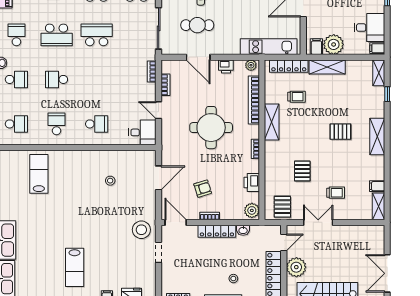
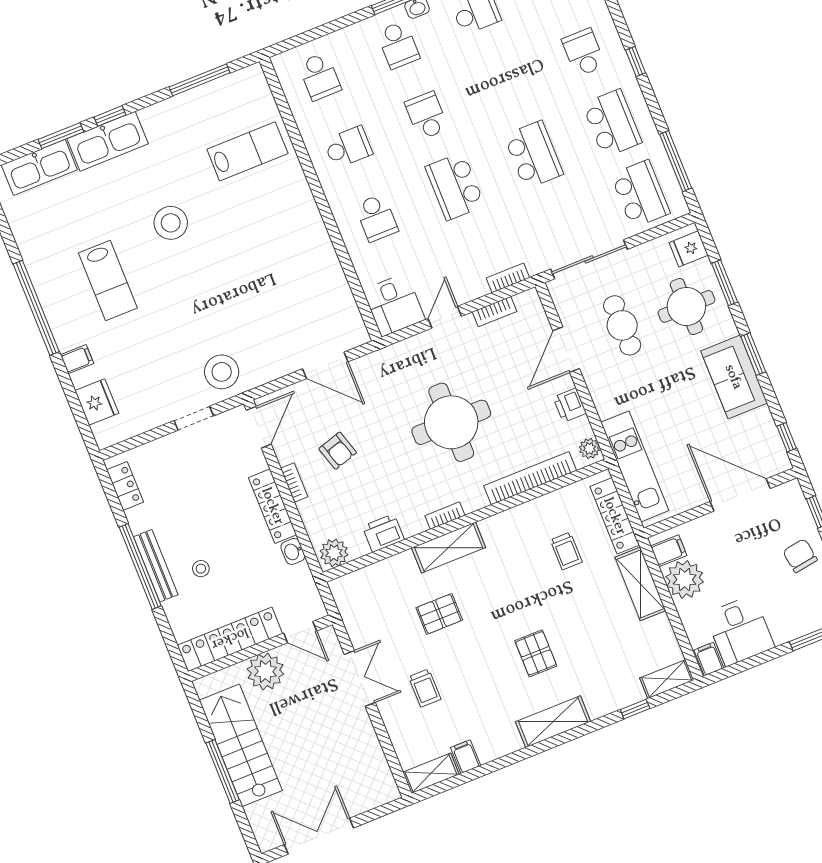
school desk: (57, 35) -> (455, 186), moved
shelving: (272, 122) -> (449, 548), moved
stool: (110, 181) -> (171, 223), moved, width x1.89, depth x1.89
pallet: (282, 207) -> (362, 604), removed
lab bench: (75, 267) -> (108, 281), turned -90

